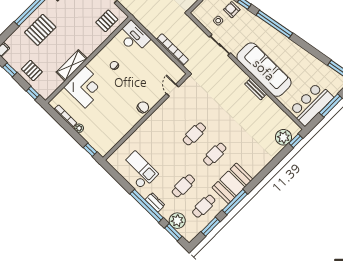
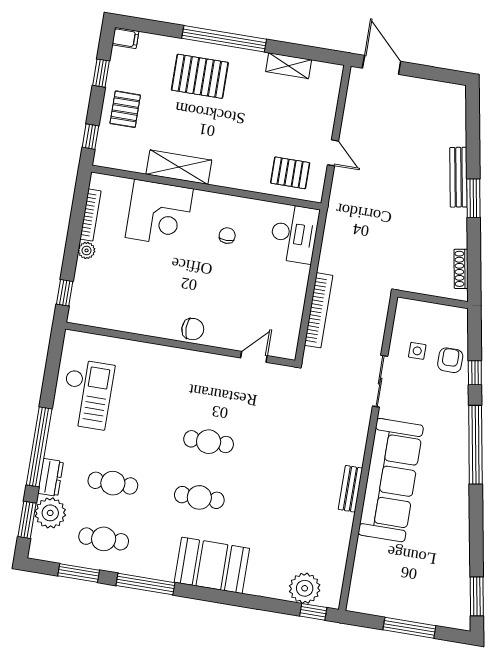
bar counter: (311, 104) -> (390, 595), removed
booth: (232, 183) -> (212, 565), moved
dresser: (155, 202) -> (51, 477), moved

